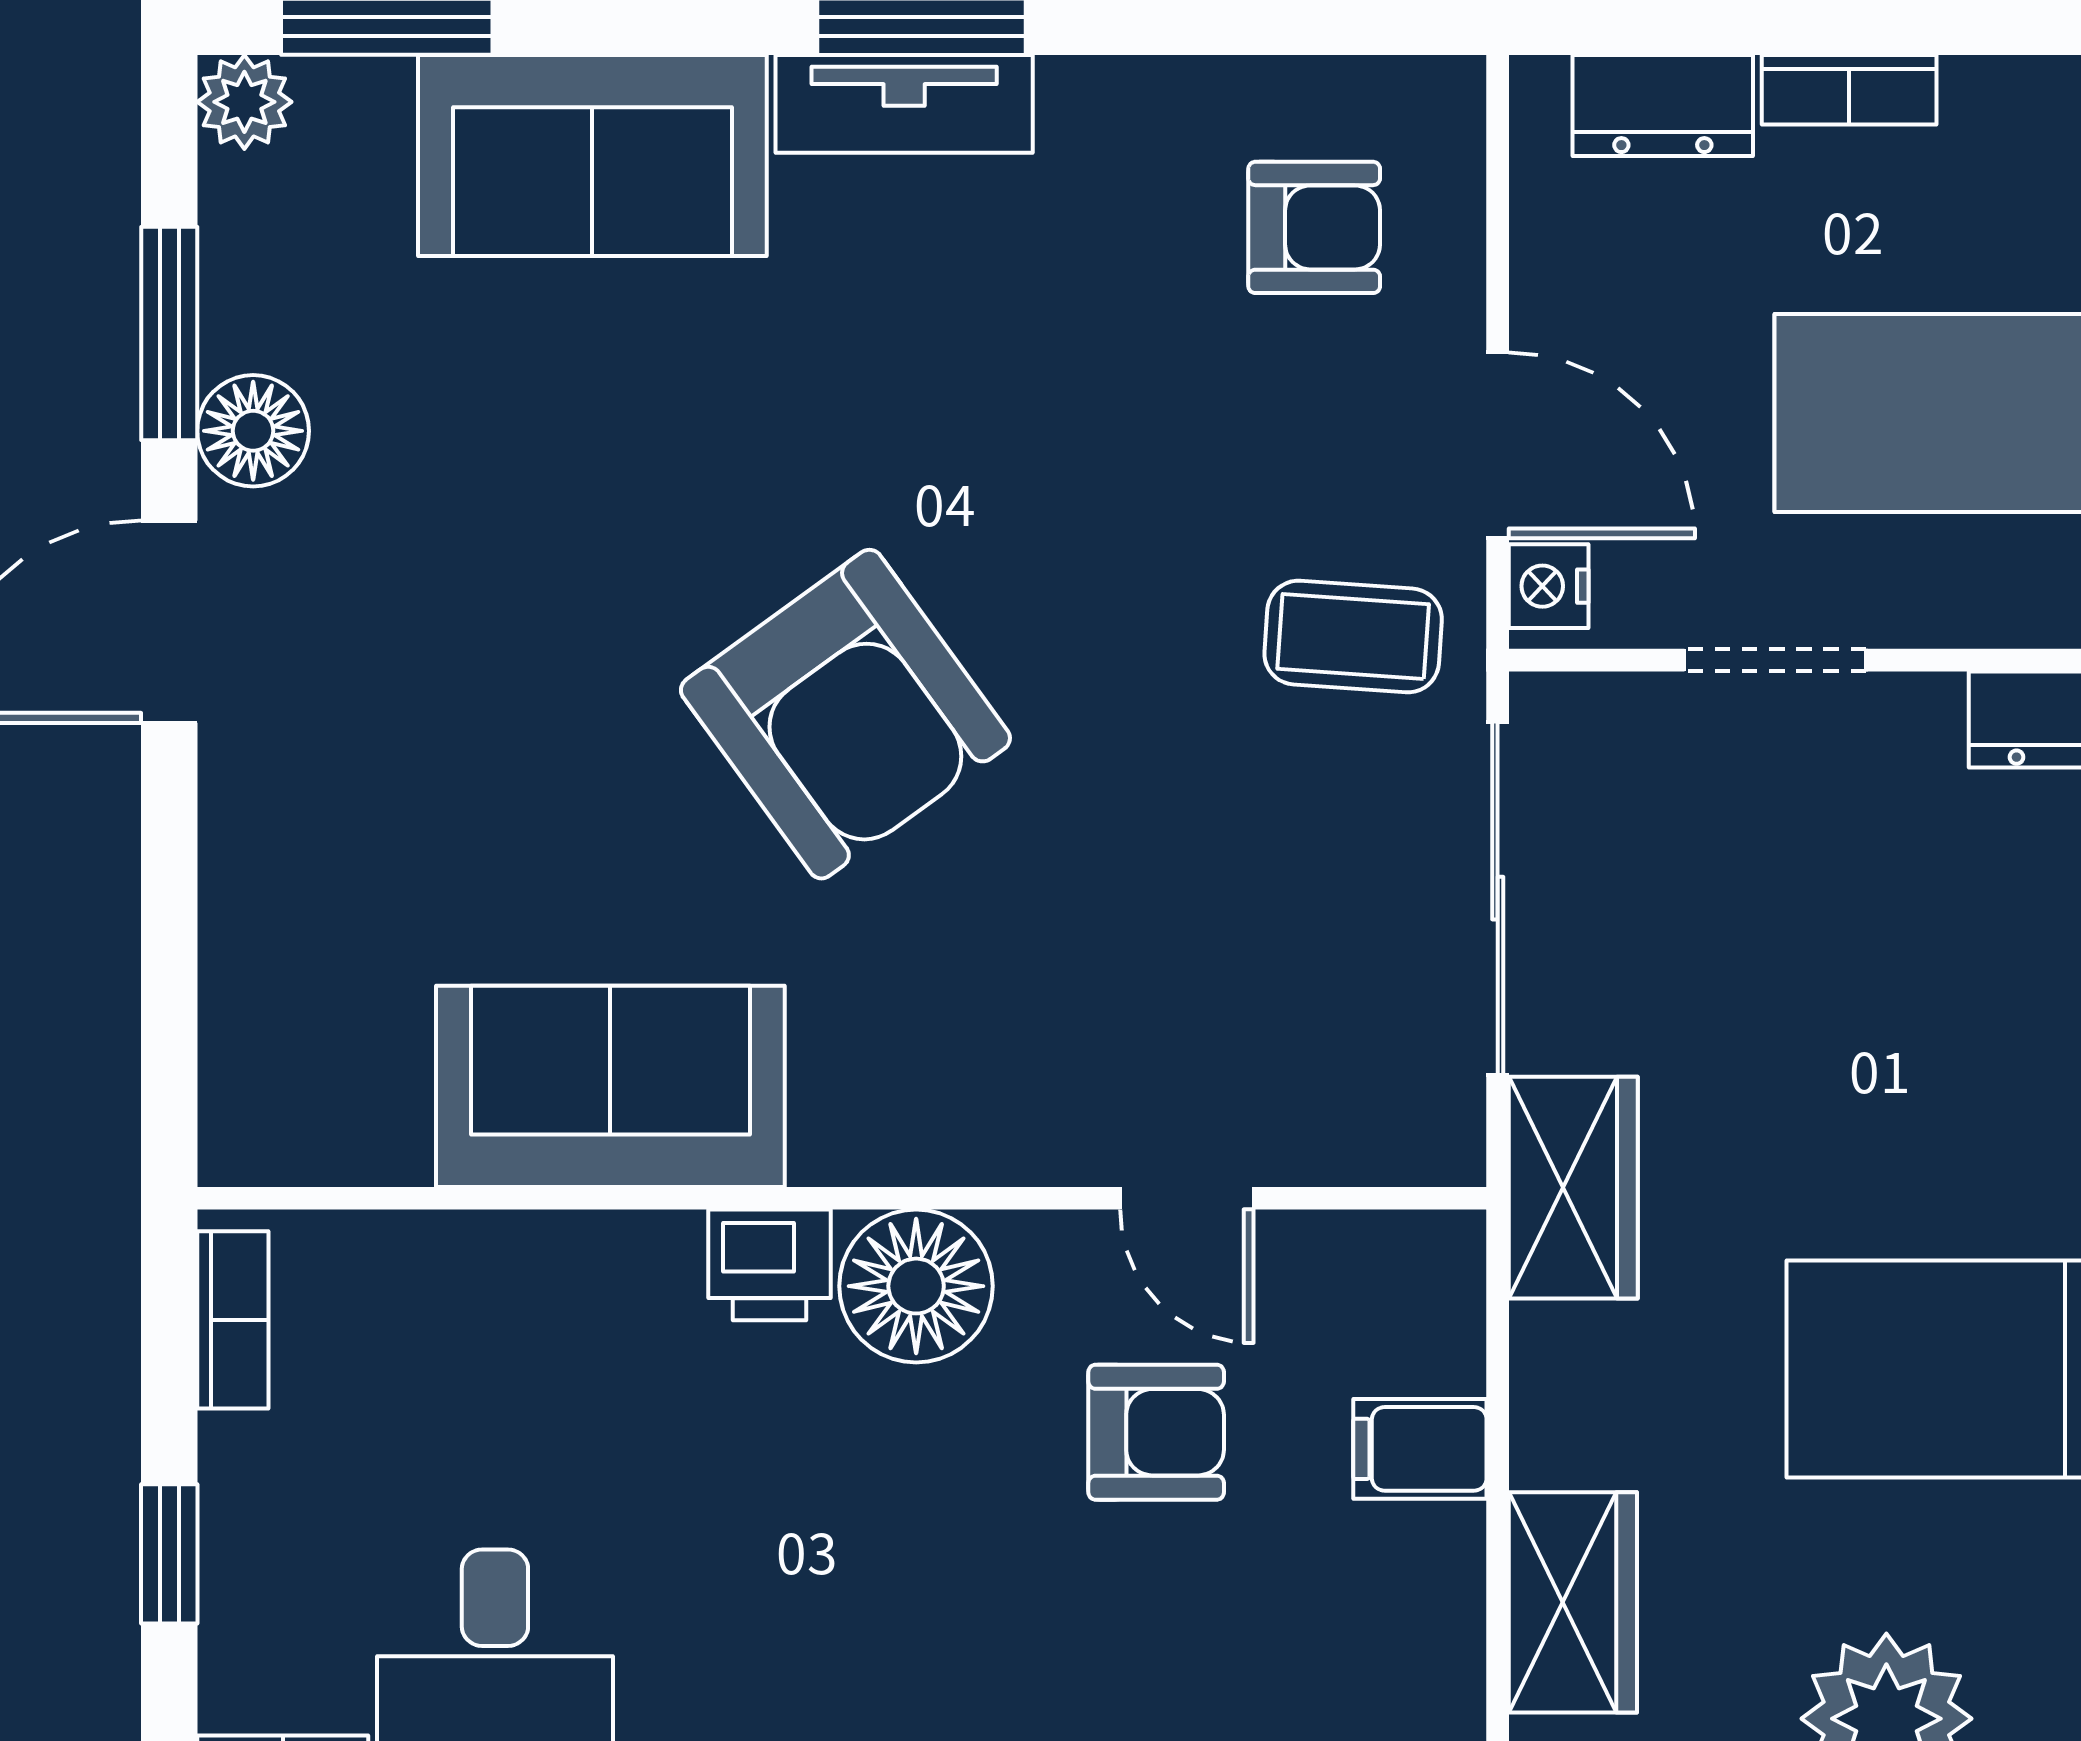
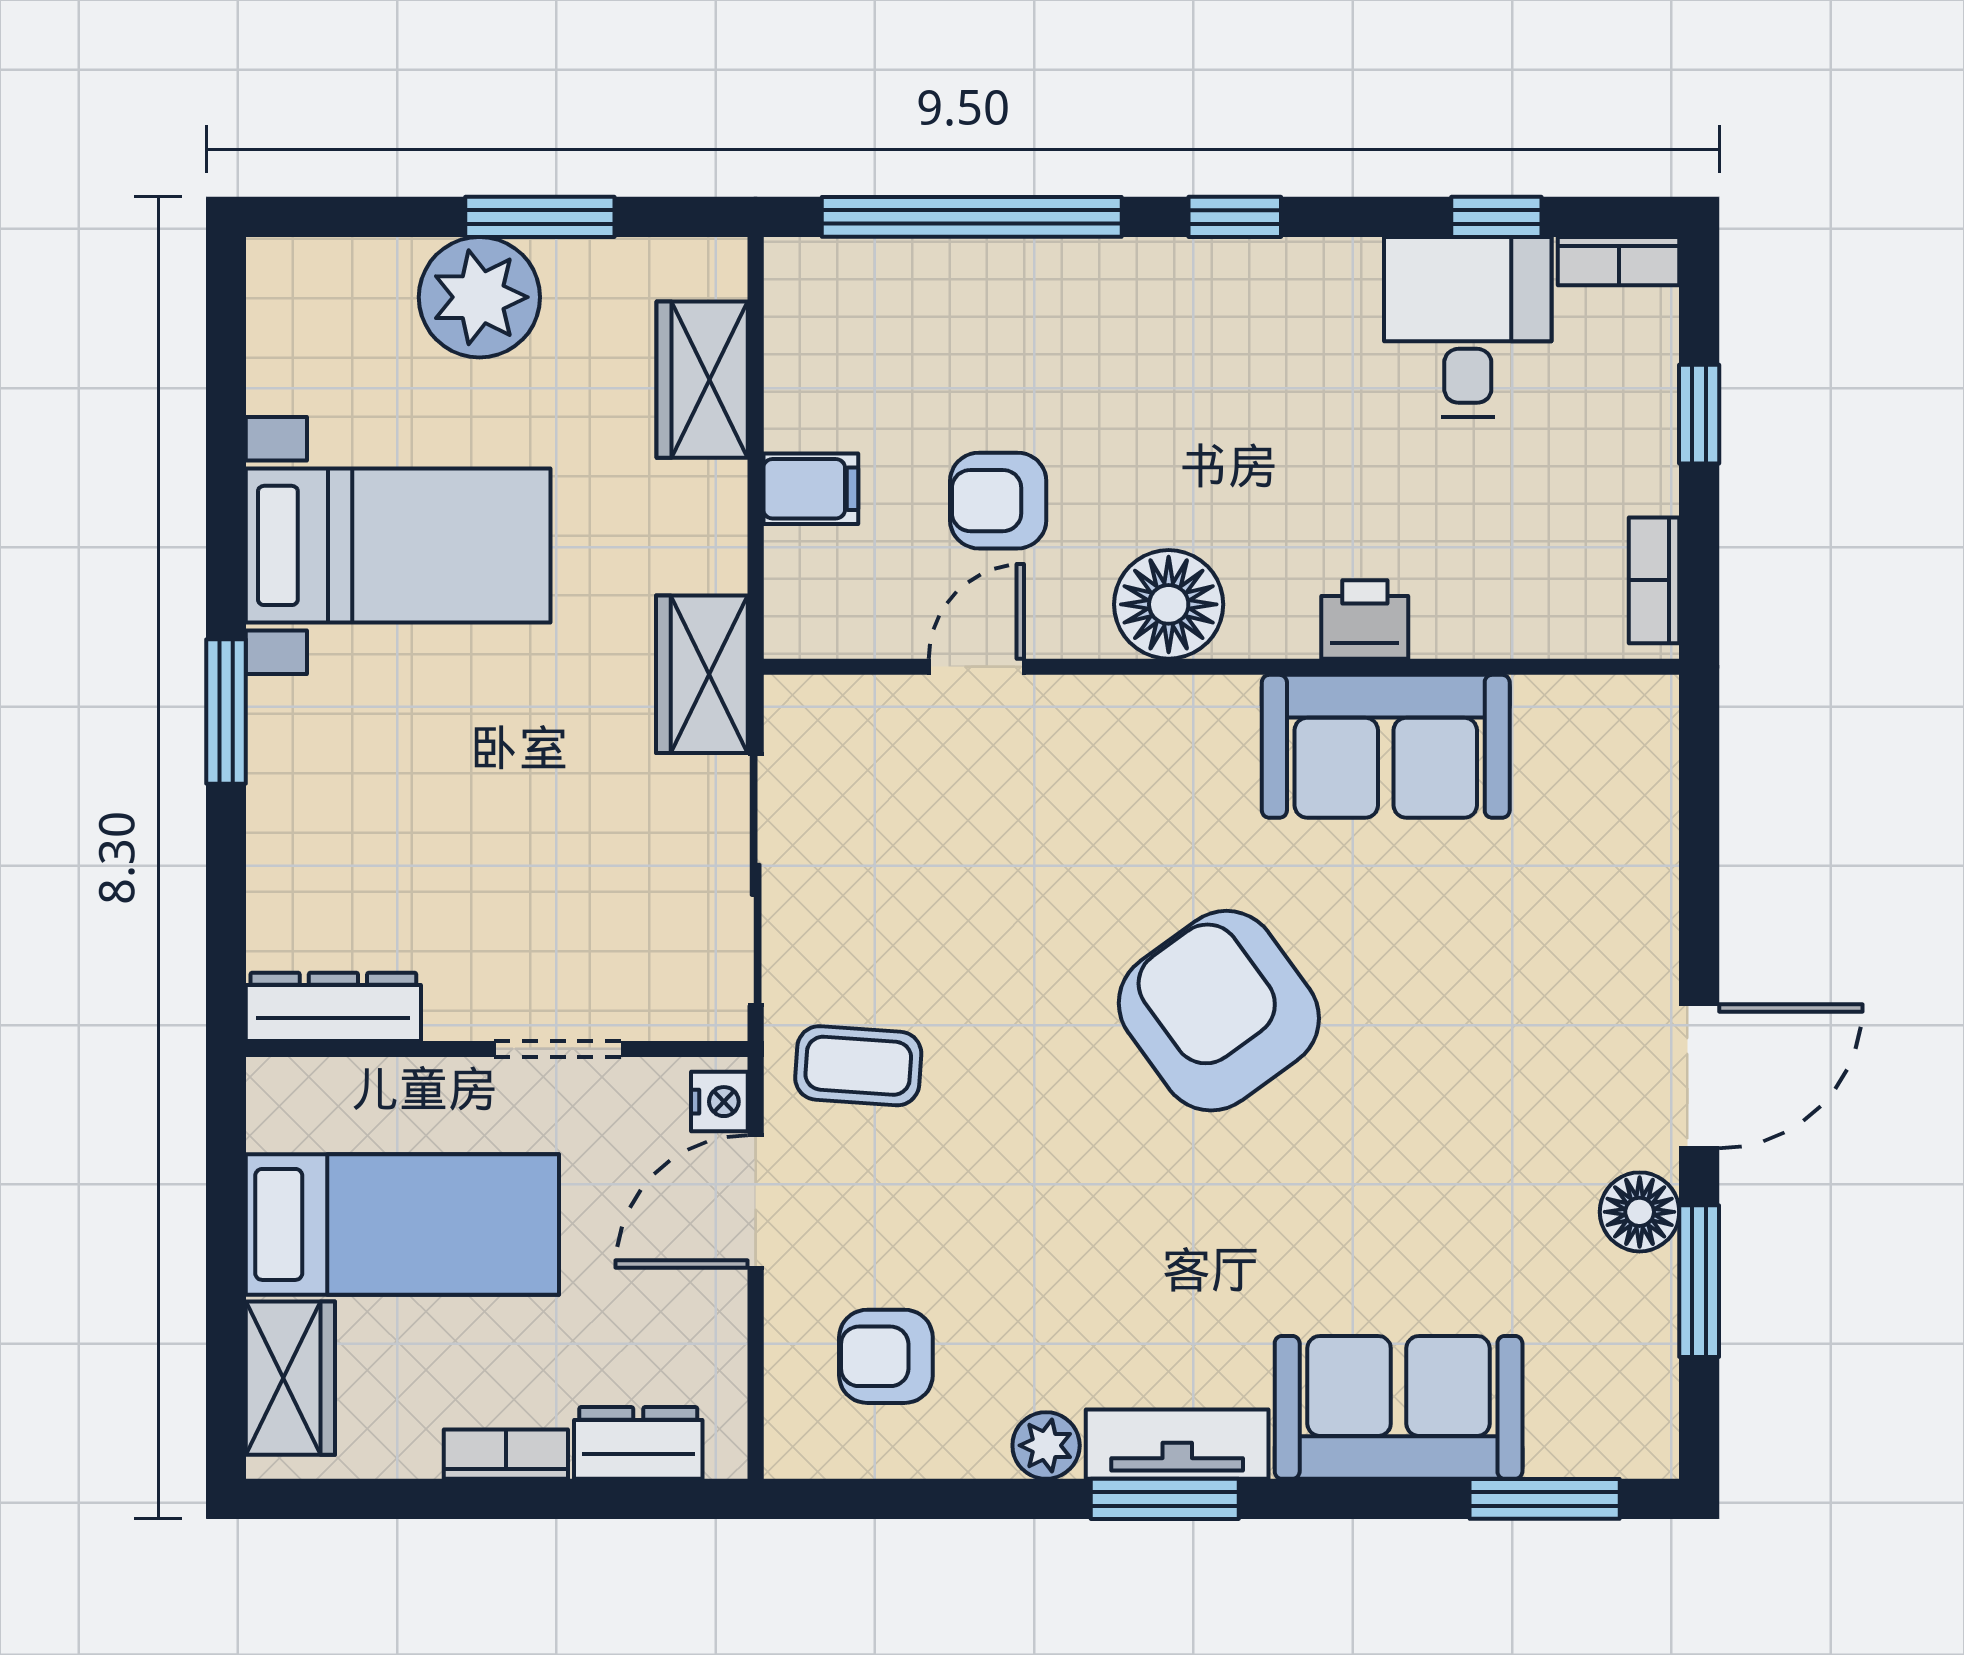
plant: (244, 102) -> (1046, 1445), moved
door: (1498, 445) -> (756, 1201), hinge flipped
door: (1187, 1198) -> (976, 667), hinge flipped
printer: (769, 1265) -> (1365, 619), moved

